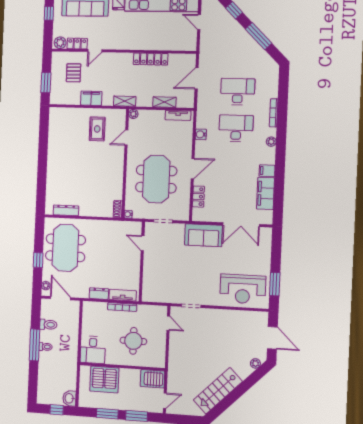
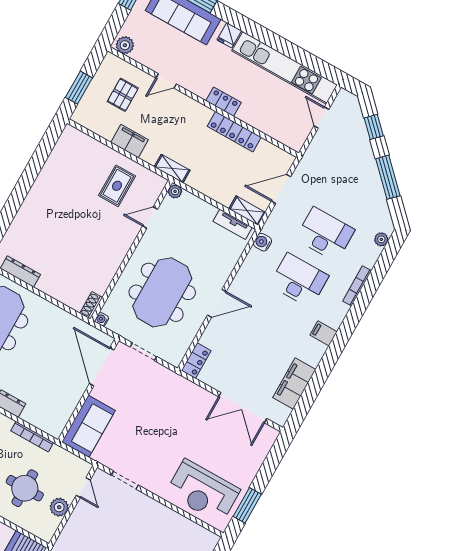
locker: (77, 44) -> (224, 102), moved
shelving: (164, 102) -> (247, 211), moved
water cooler: (201, 134) -> (262, 242), moved
plant: (271, 142) -> (381, 239), moved
filing cabinet: (267, 171) -> (324, 333), moved
locker: (198, 197) -> (196, 361), moved
sofa: (203, 235) -> (89, 426), moved, turned -90
door: (143, 243) -> (102, 367), width x1.87
tv unit: (123, 295) -> (41, 421), removed
plant: (160, 342) -> (59, 507), added

